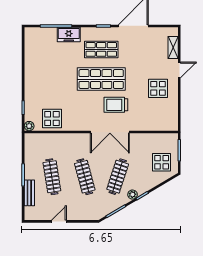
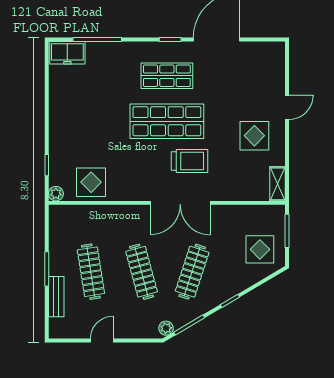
freezer: (69, 35) -> (67, 53), moved
shelving: (173, 48) -> (278, 184), moved
trolley: (116, 105) -> (190, 161), turned 180
plant: (133, 195) -> (166, 328), moved

